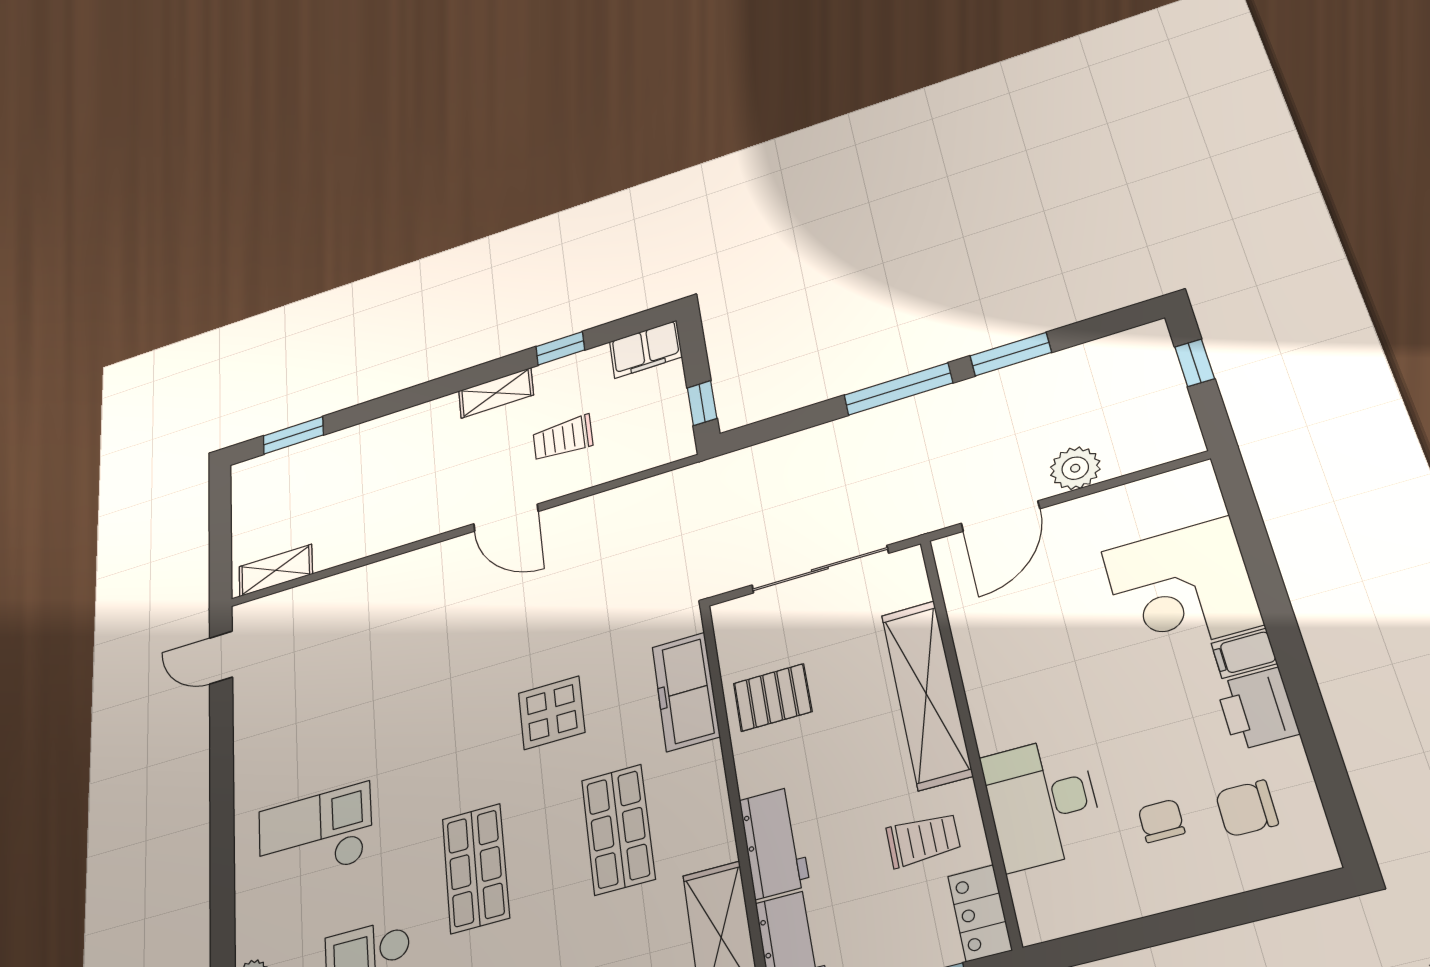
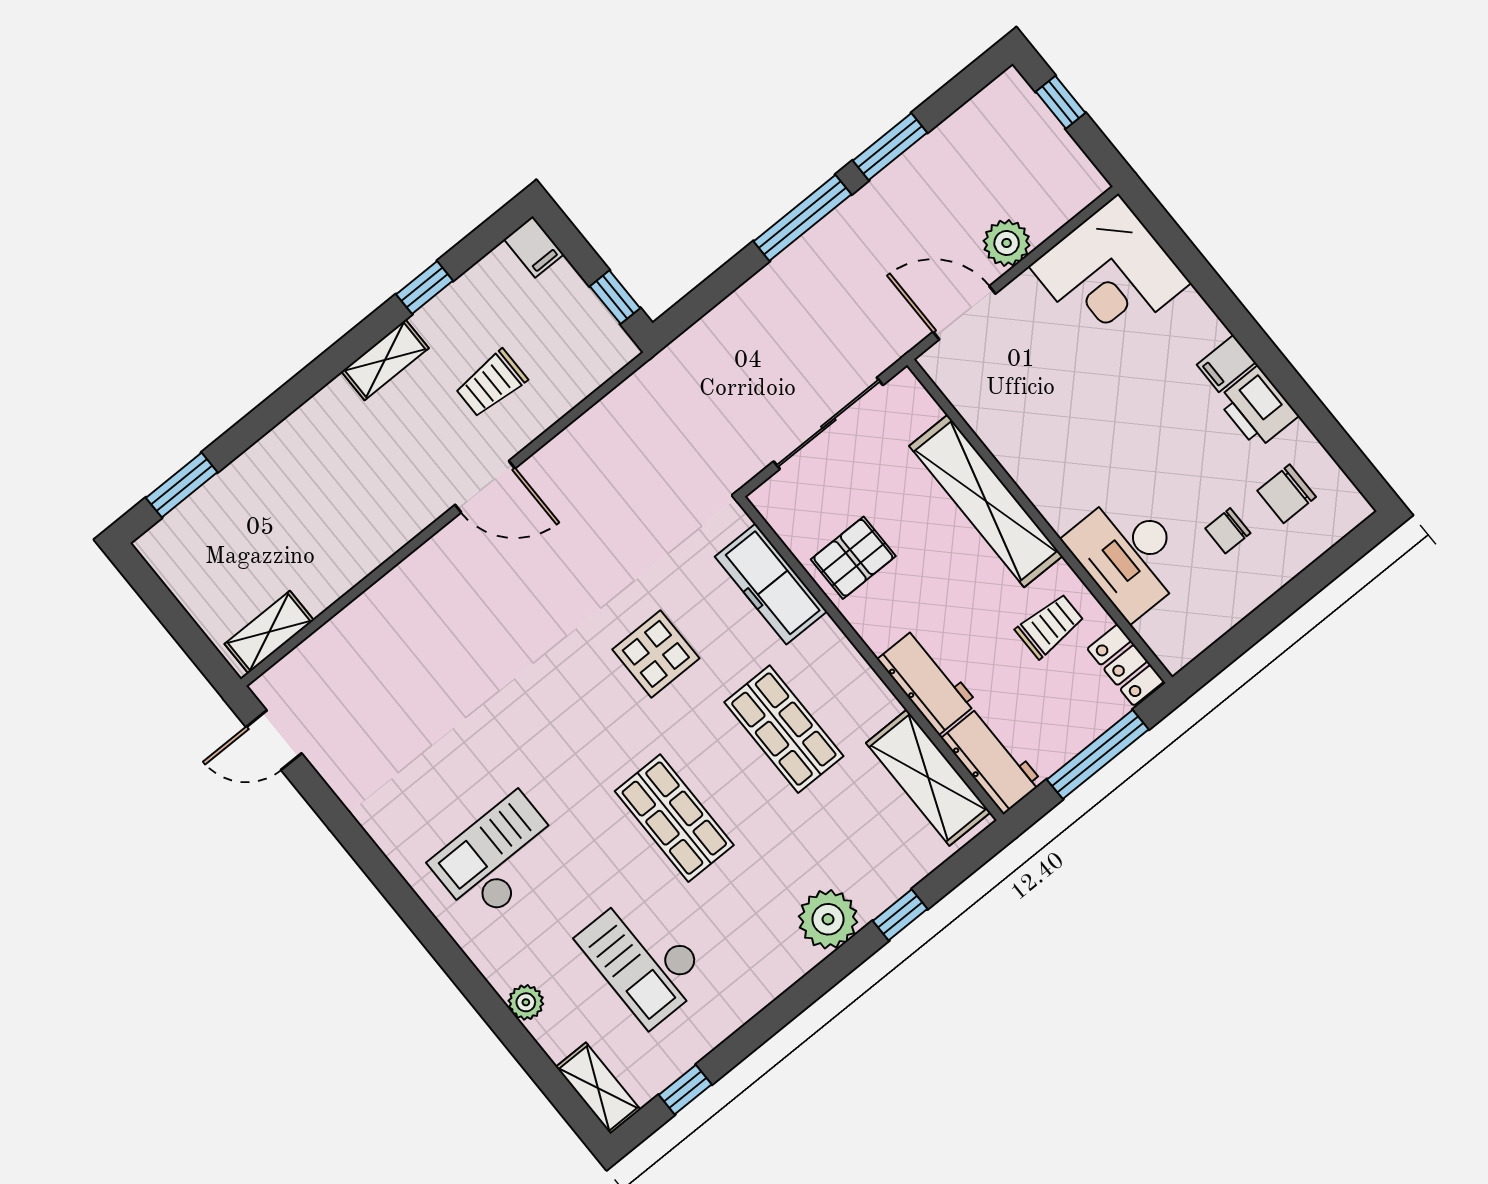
filing cabinet: (646, 349) -> (534, 247), width x0.50
door: (1000, 516) -> (964, 313), swing flipped
corner desk: (1181, 588) -> (1110, 275), moved
chair: (1161, 821) -> (1228, 531), turned -90

